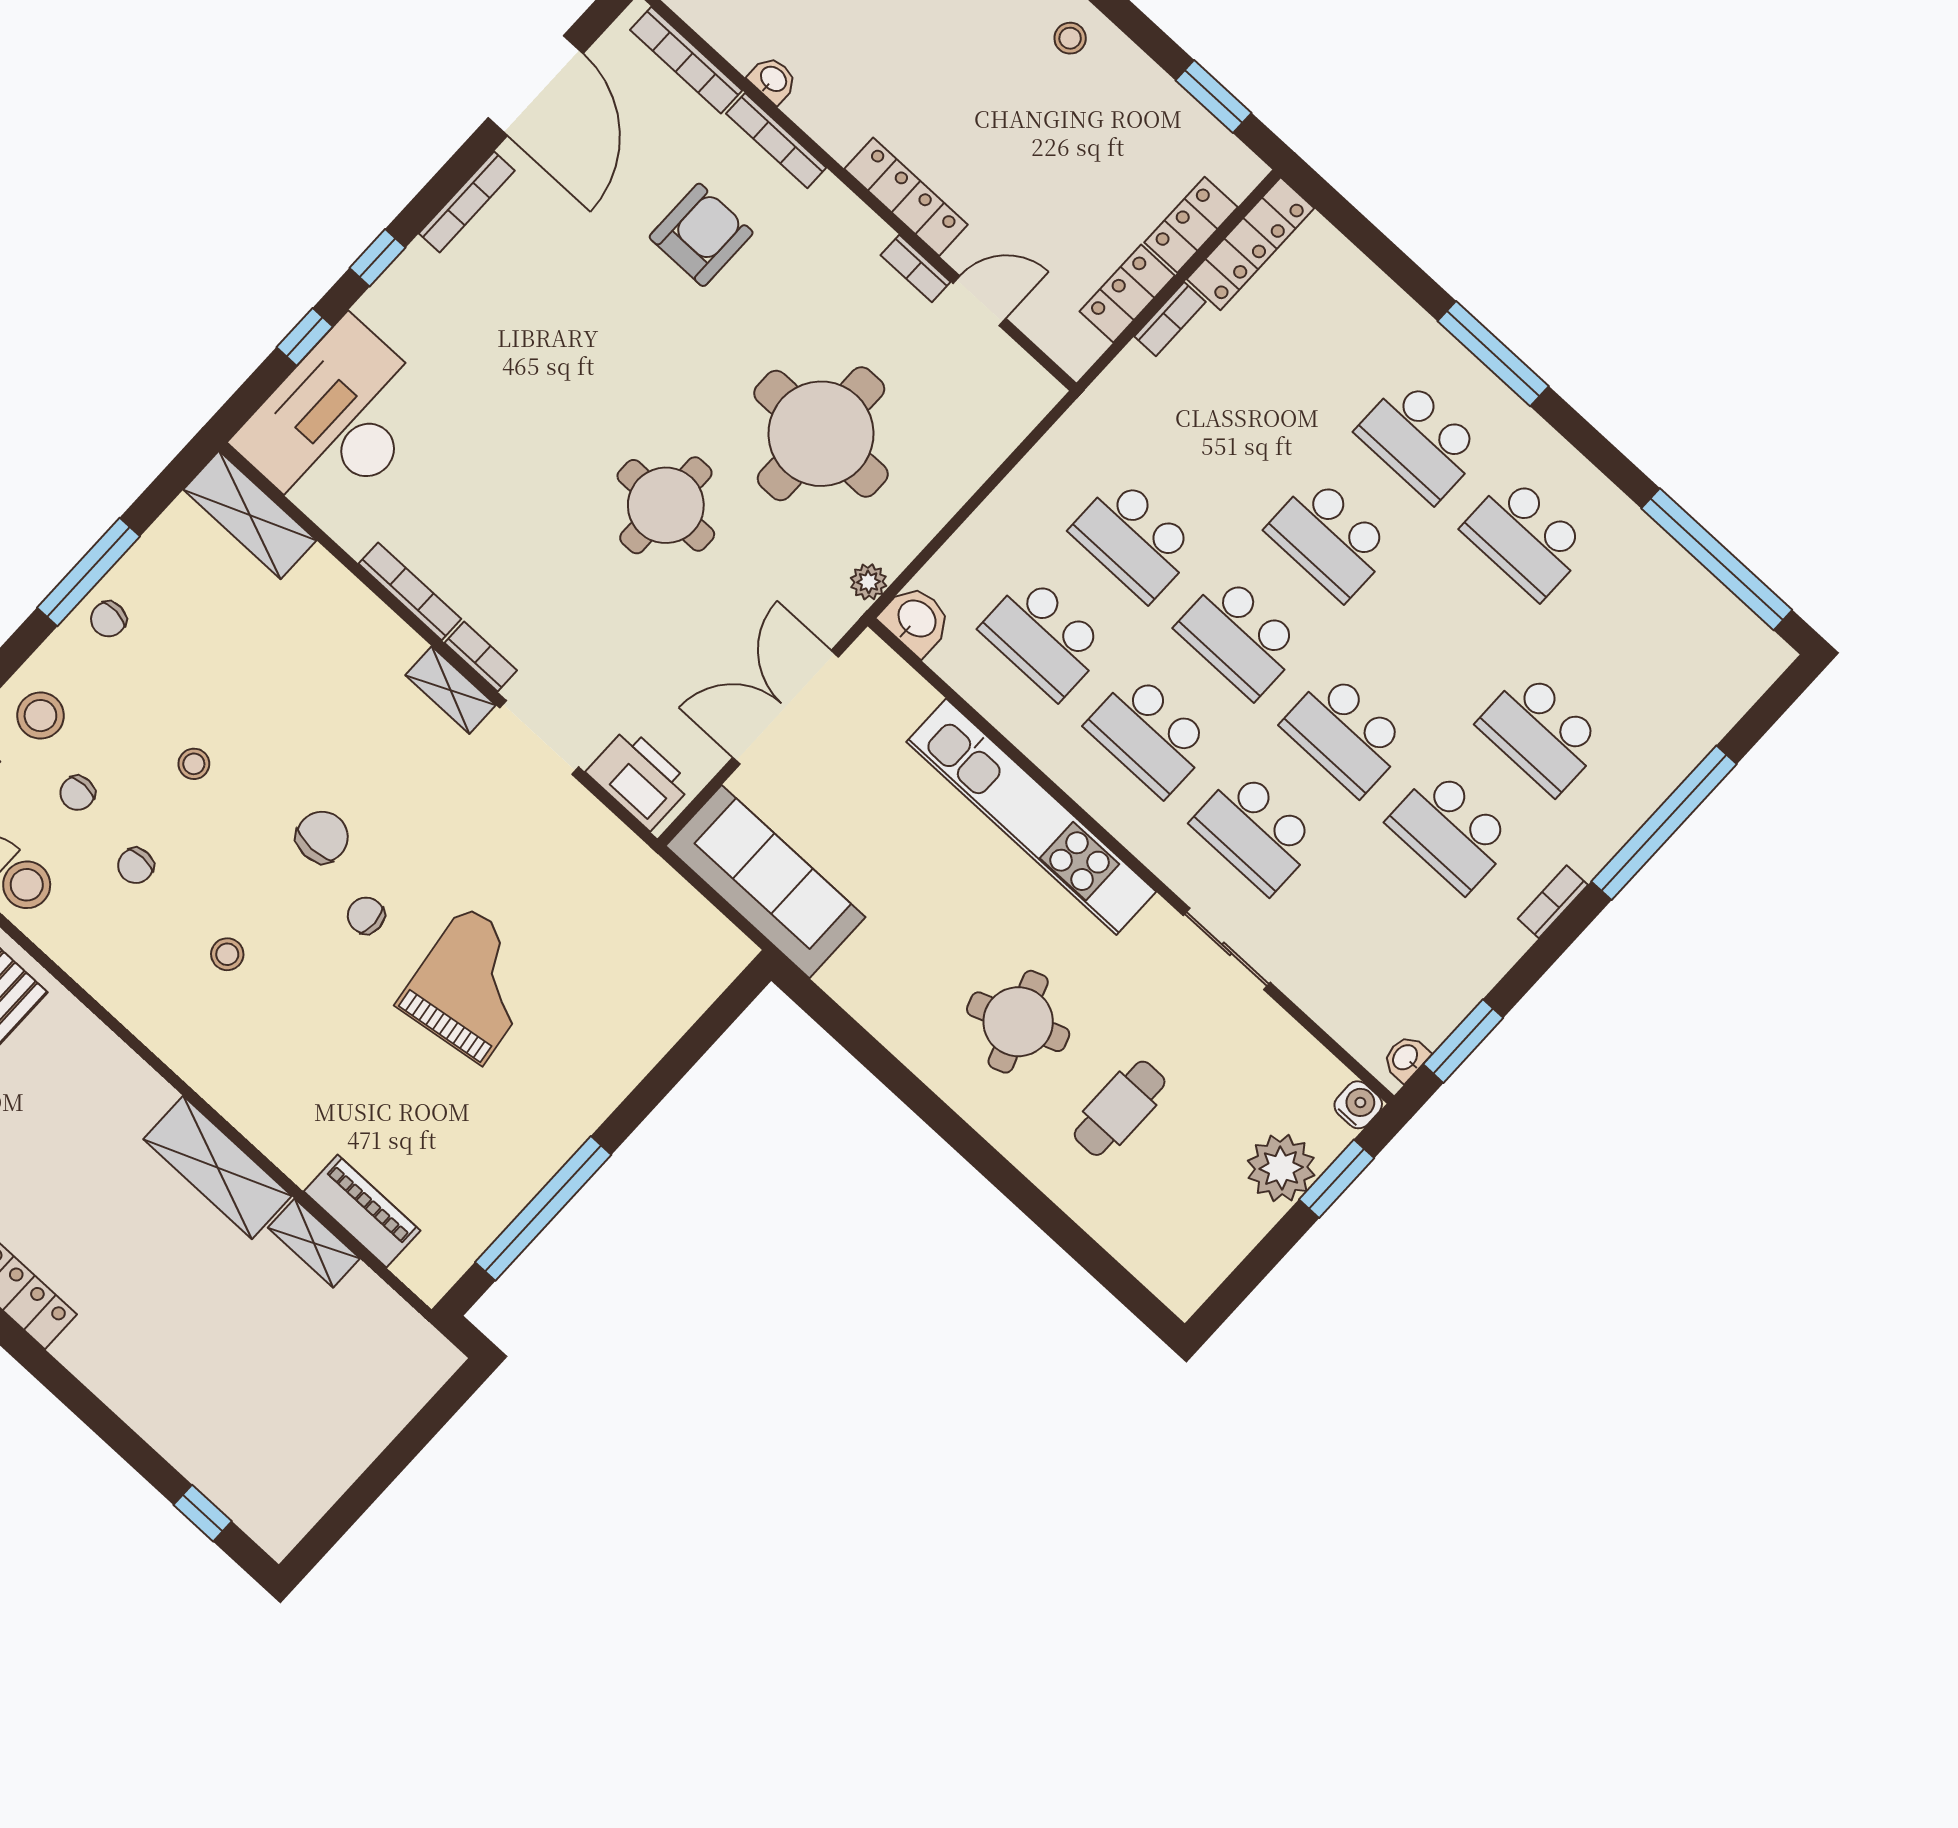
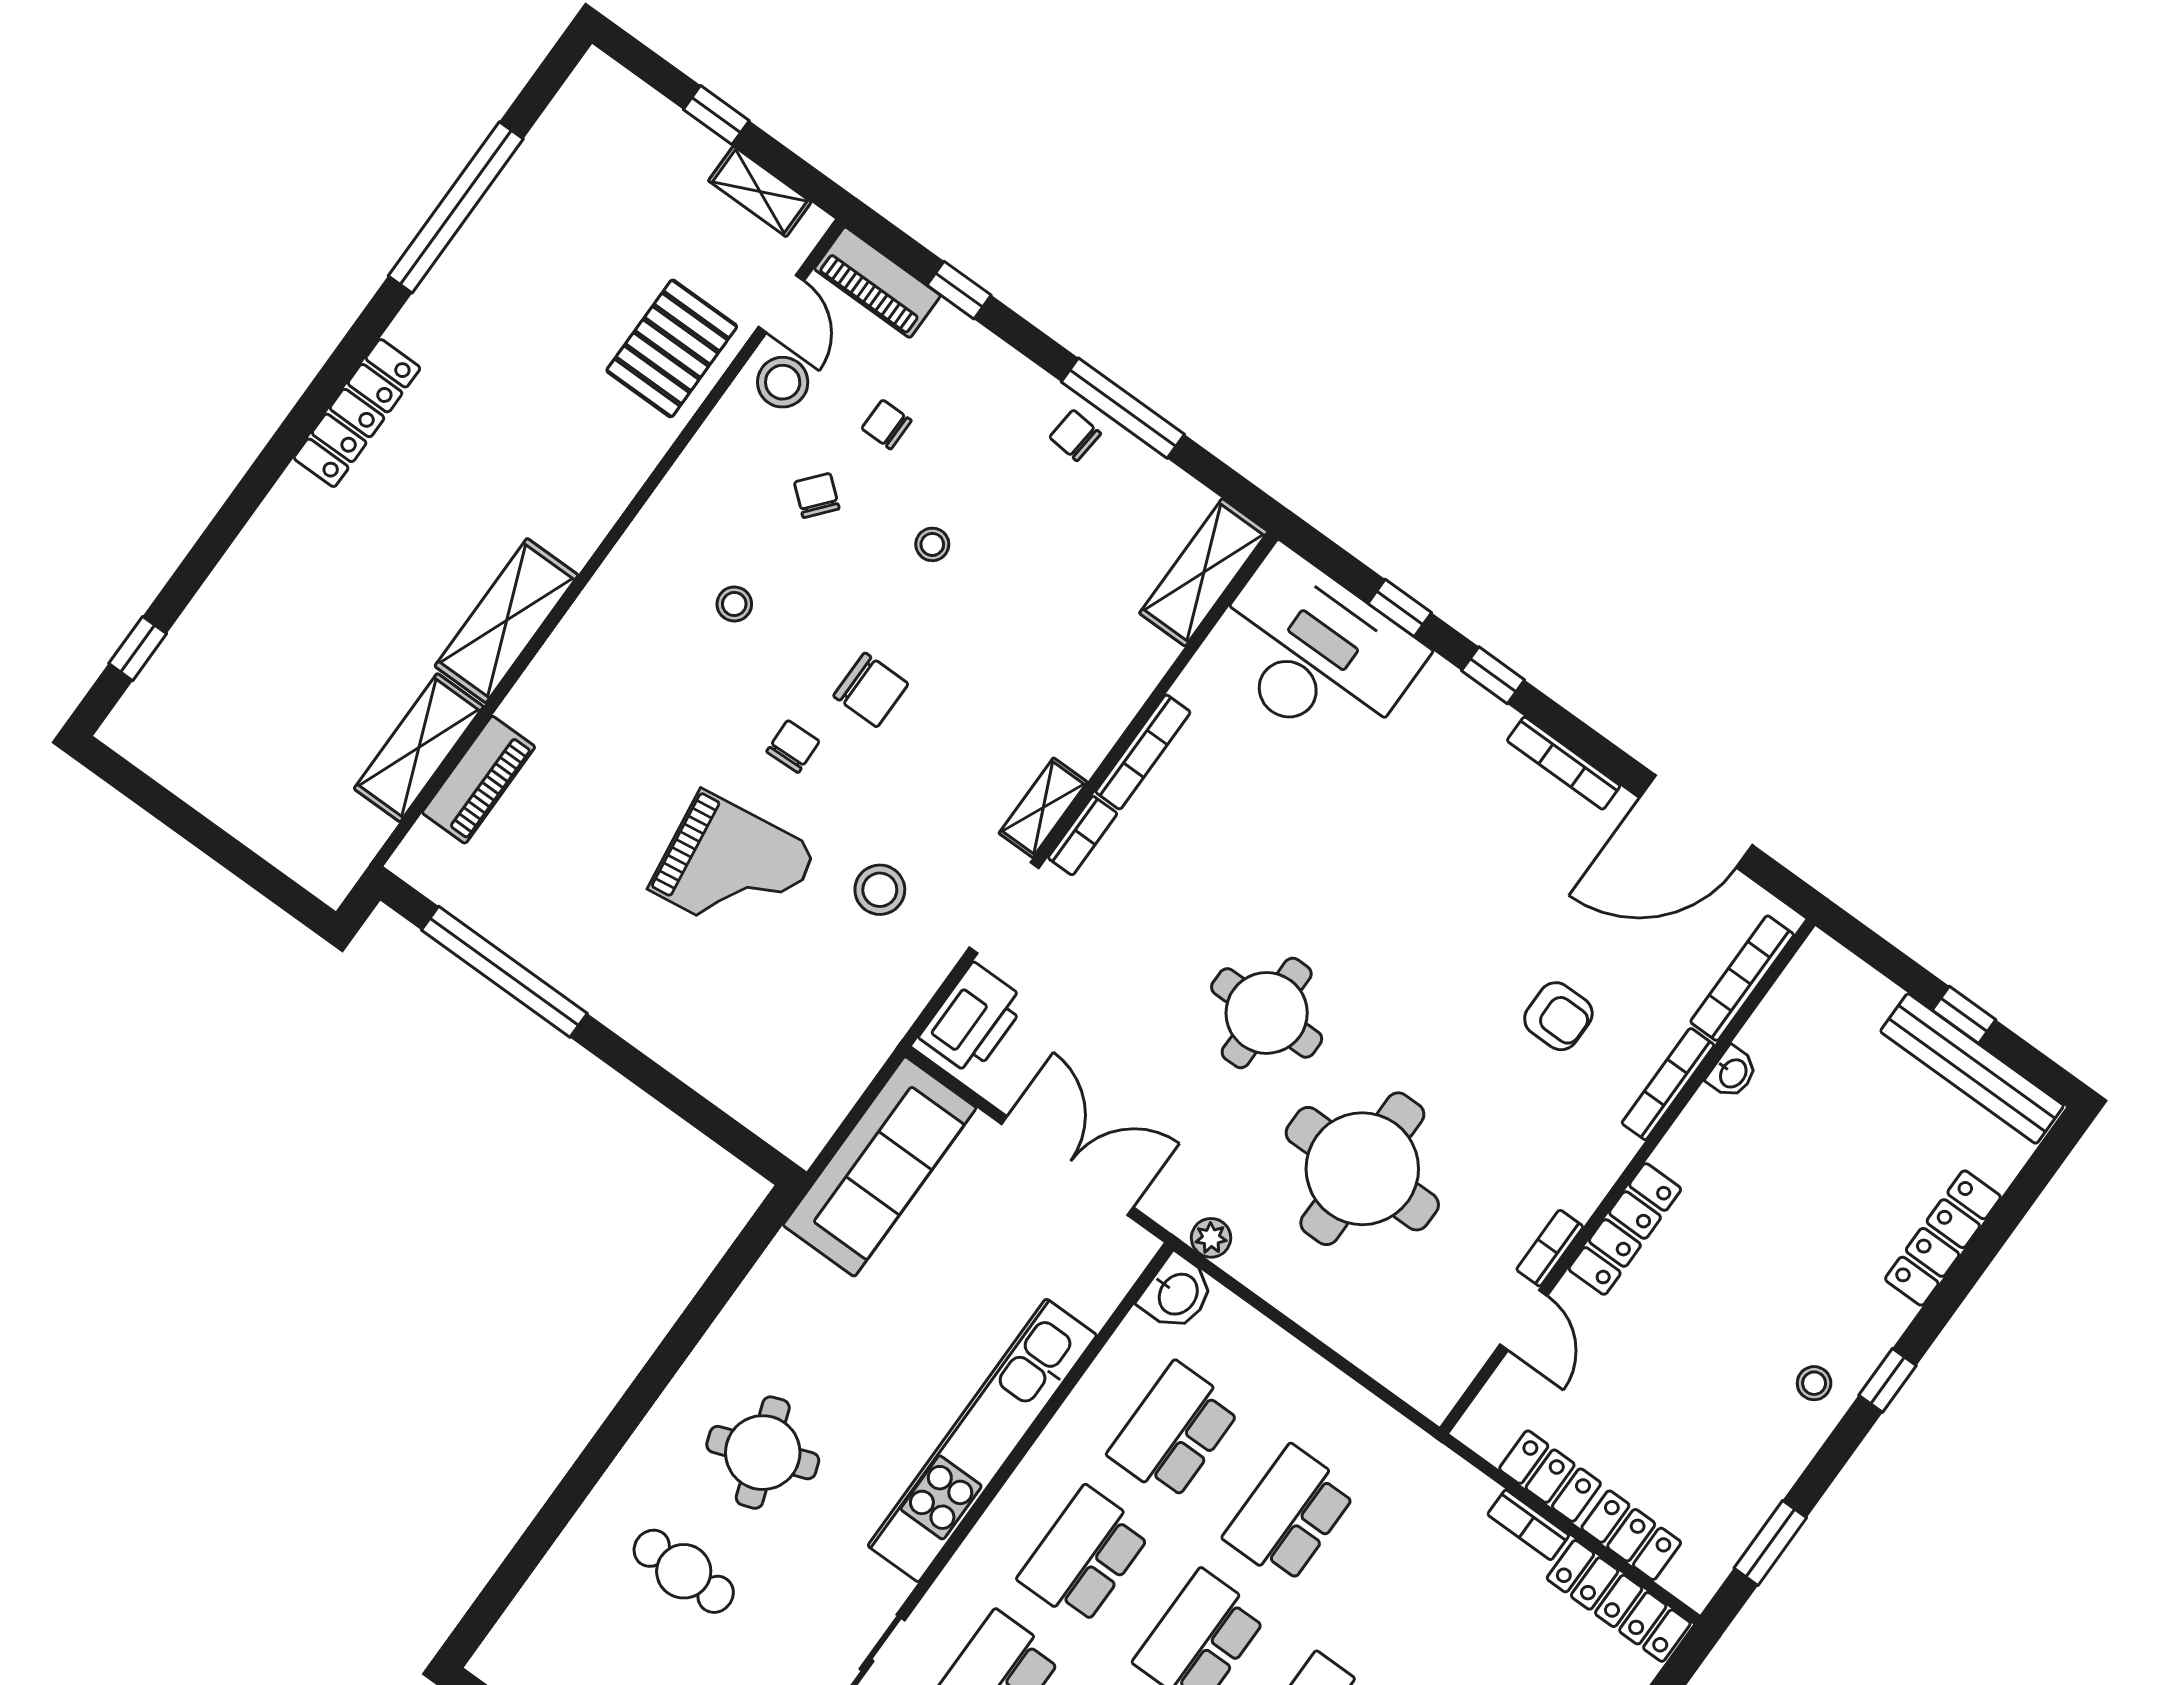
armchair: (701, 235) -> (1558, 1016), width x0.72, depth x0.72
stool: (40, 716) -> (880, 890), moved
chair: (136, 866) -> (817, 495), turned 40
shelving: (314, 1243) -> (419, 748), width x1.50, depth x1.33

